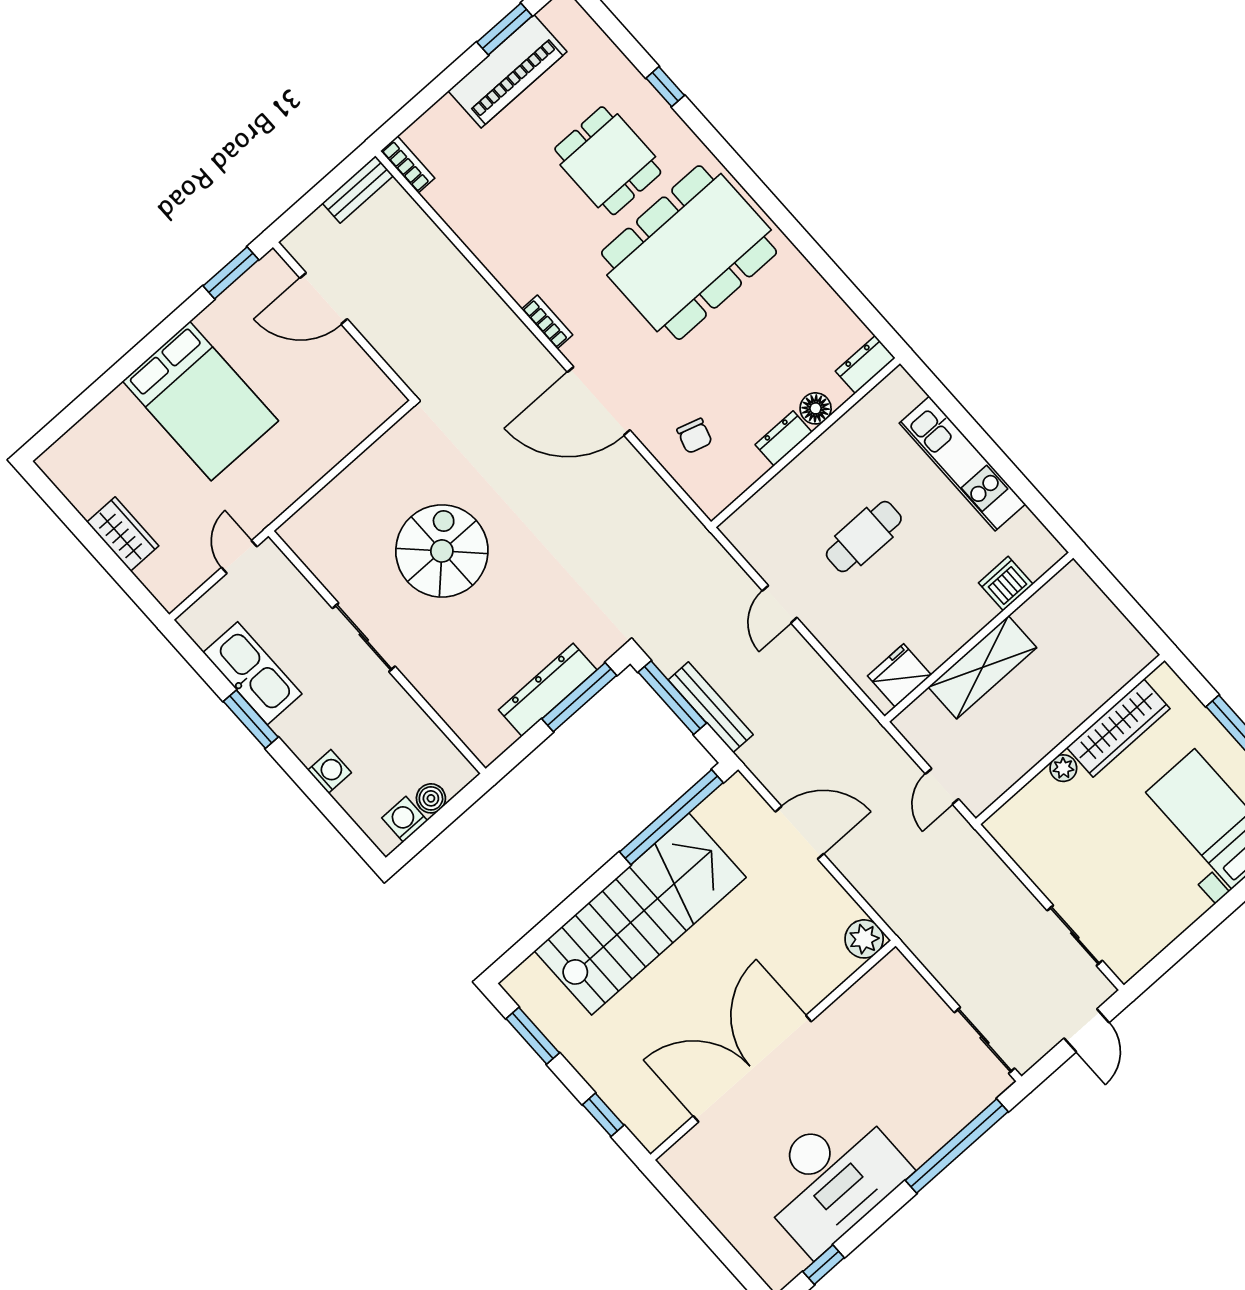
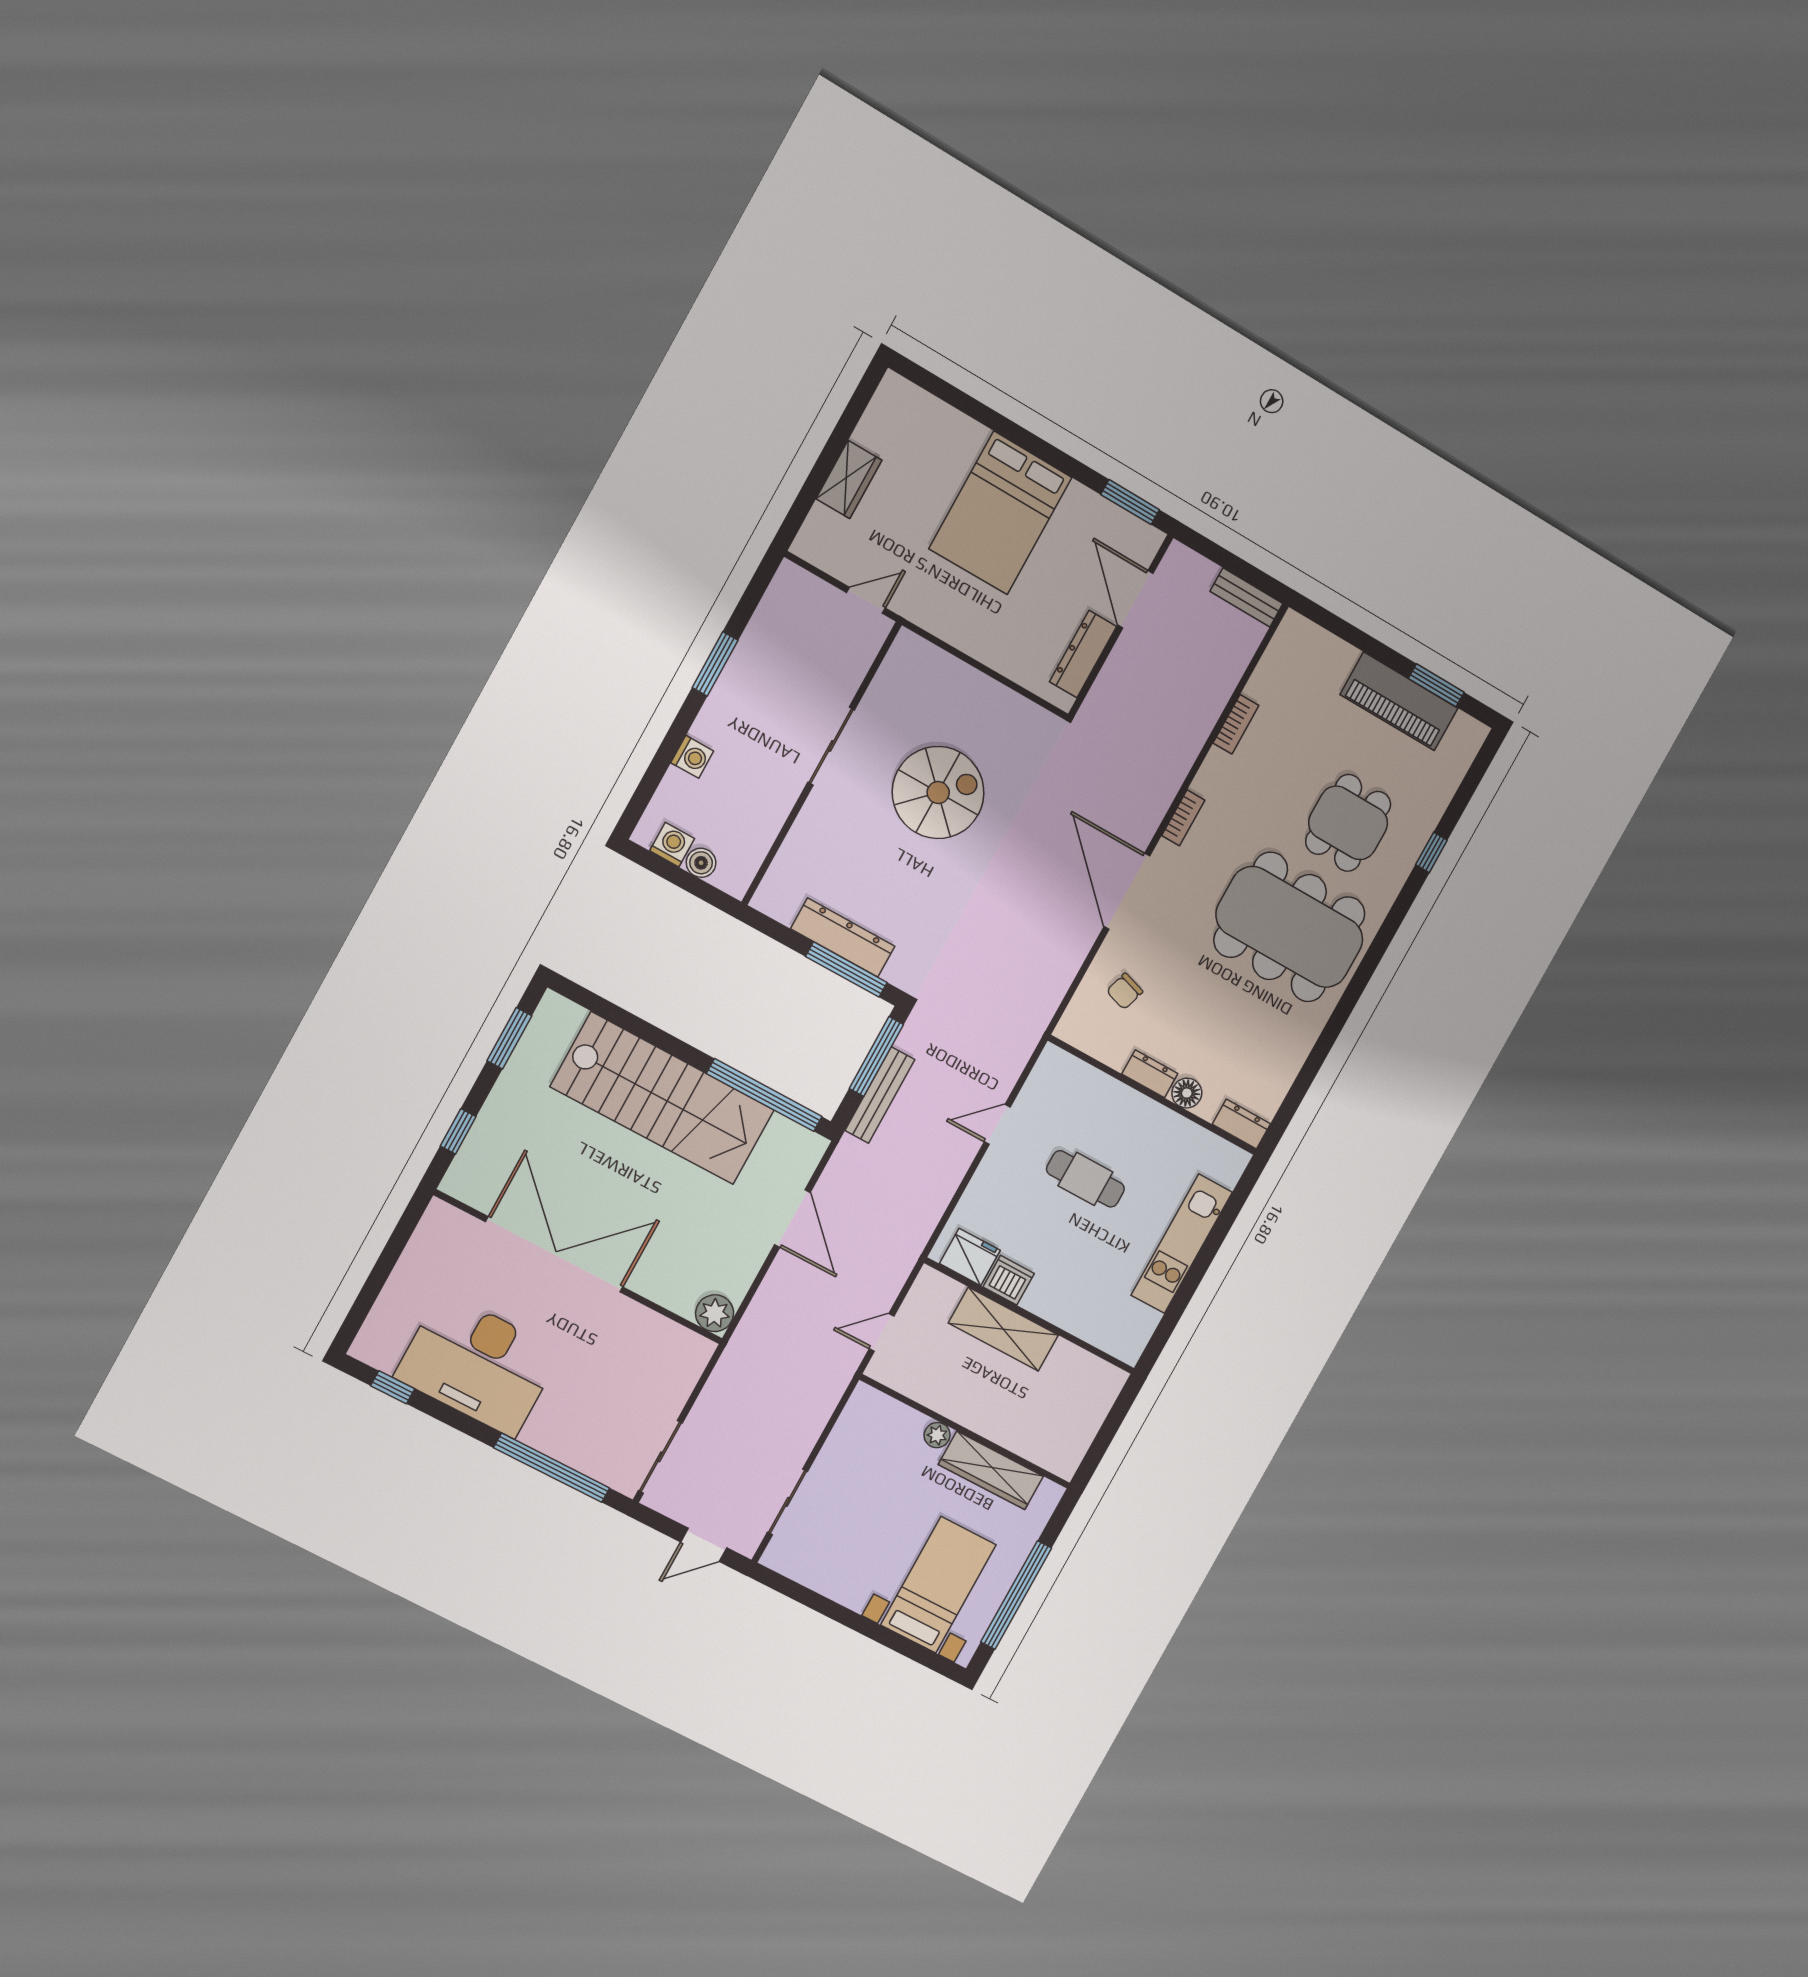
bookcase: (408, 165) -> (1236, 724), moved
dresser: (358, 367) -> (1083, 654), added
dishwasher: (1006, 584) -> (1009, 1280), moved
kitchen sink: (252, 673) -> (760, 651), removed

